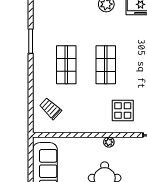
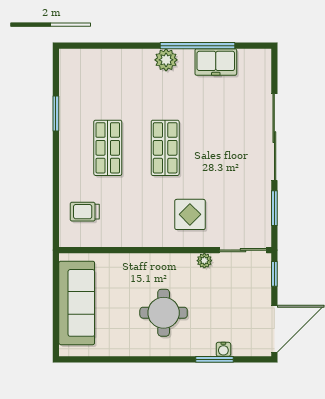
trolley: (50, 109) -> (85, 212), turned -43
plant: (109, 142) -> (204, 261), moved

